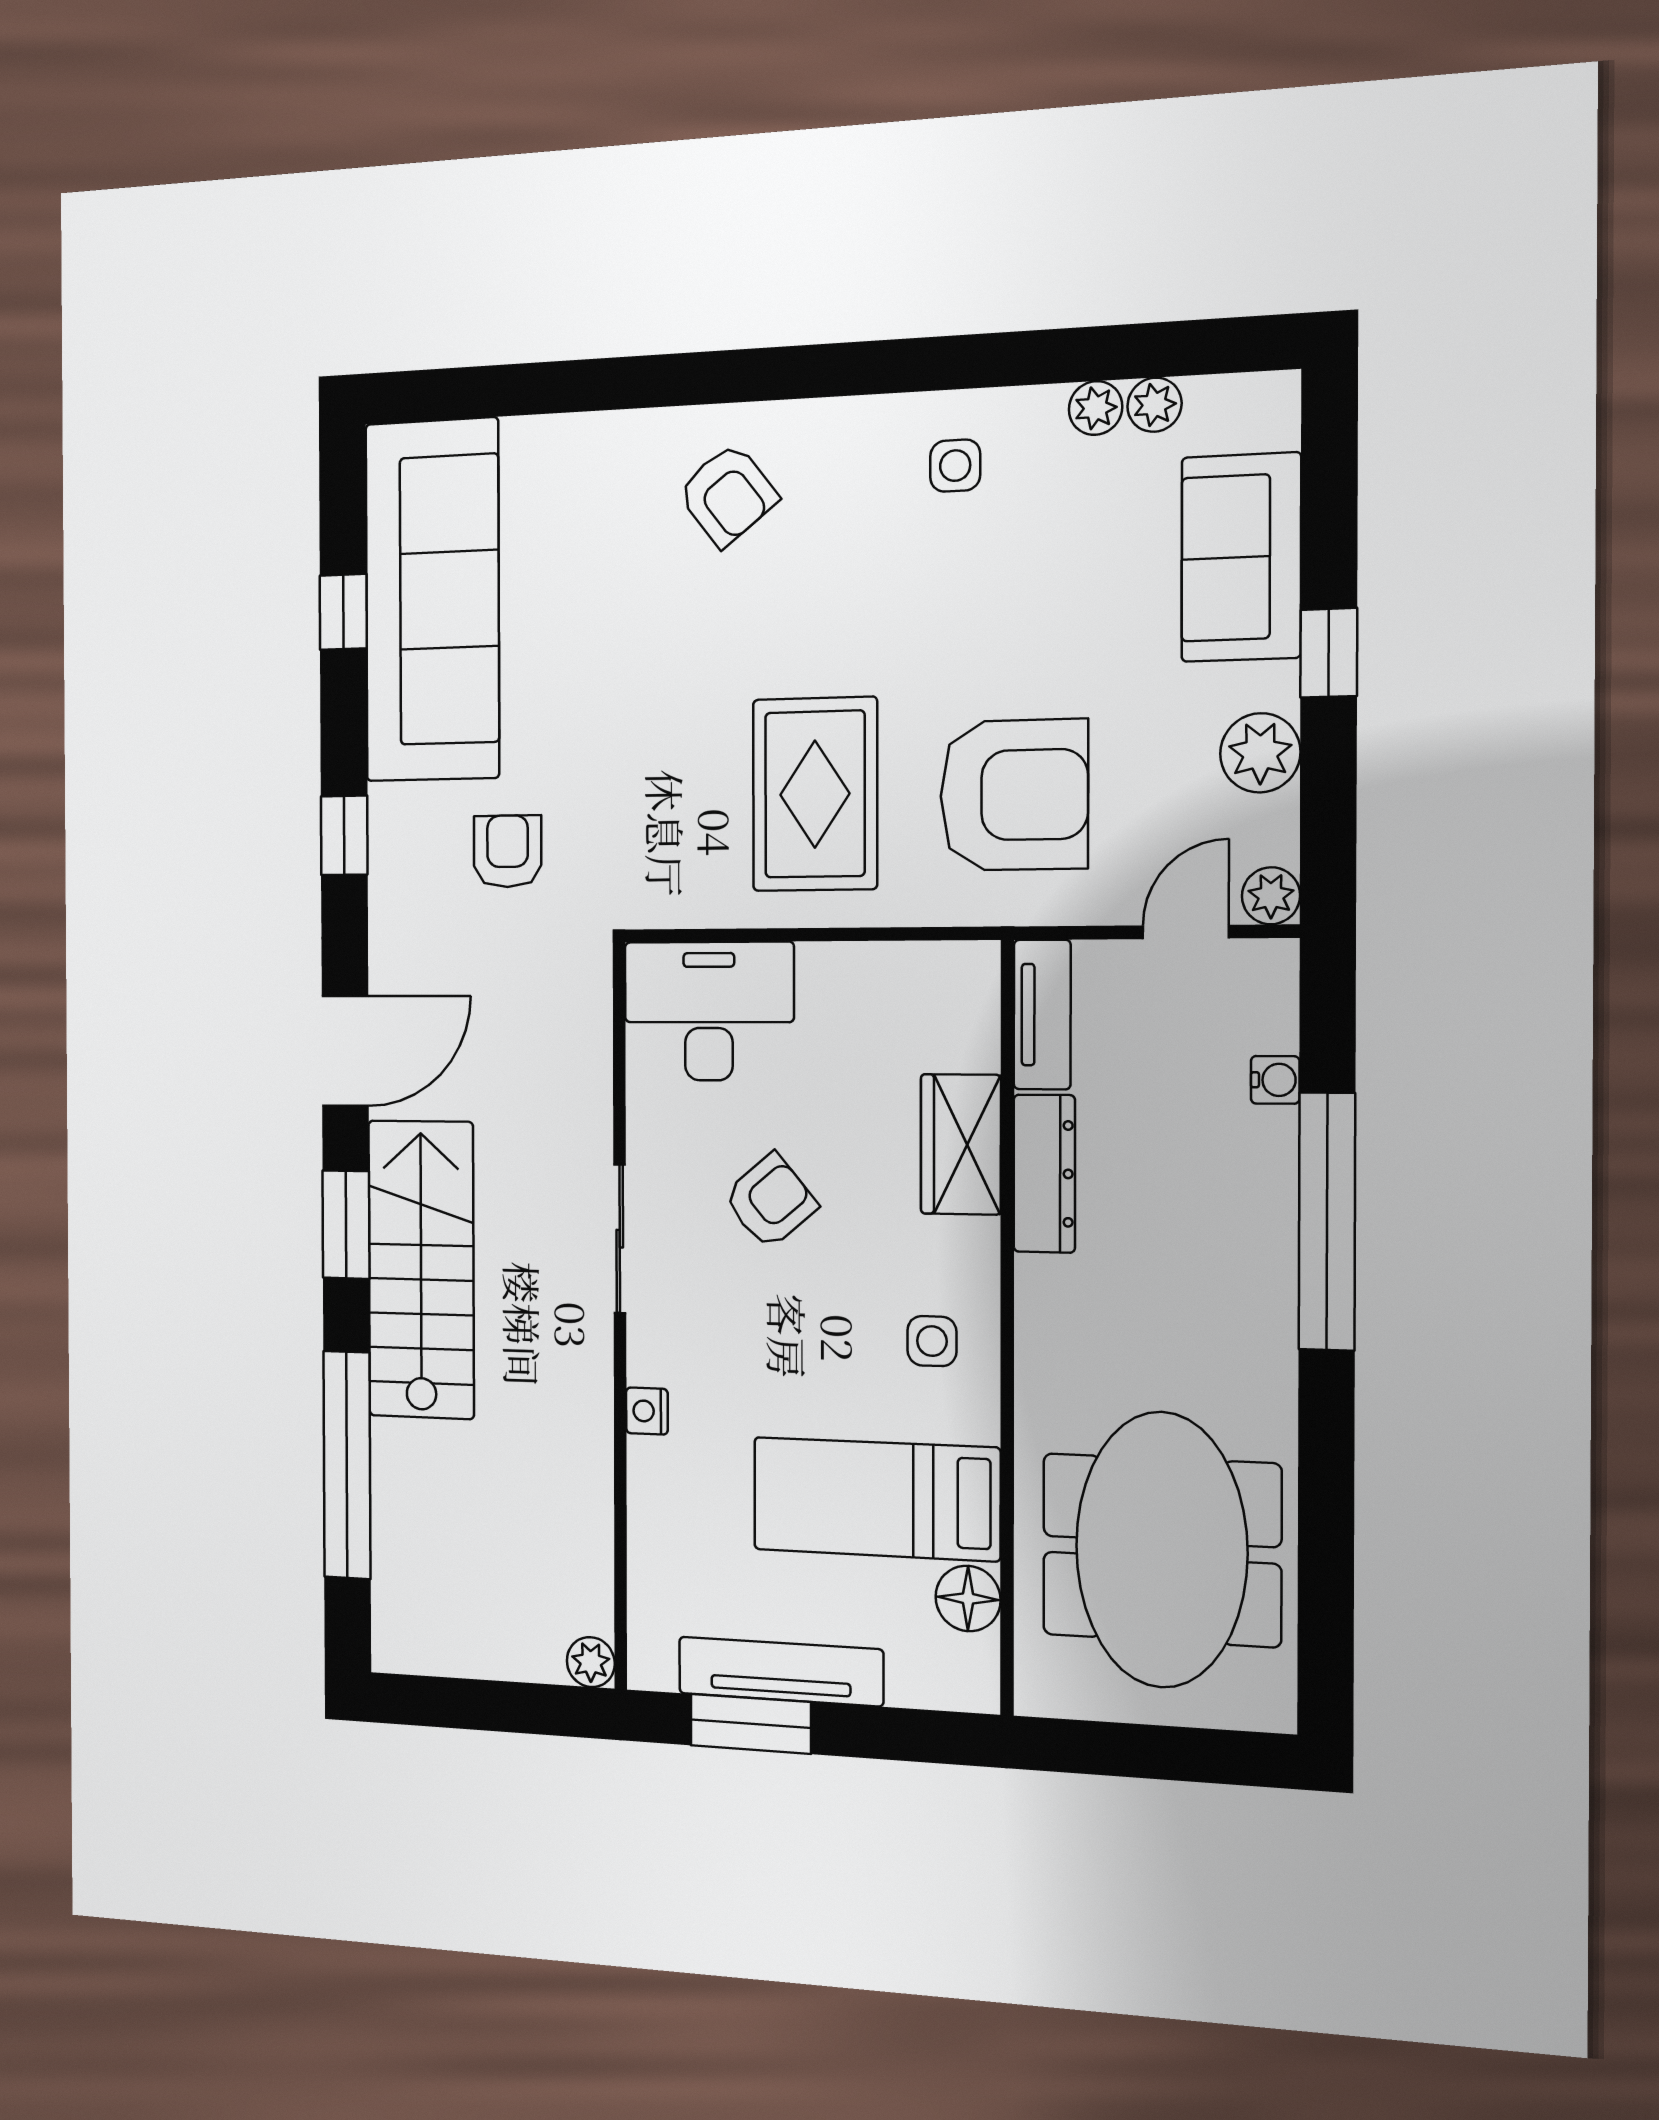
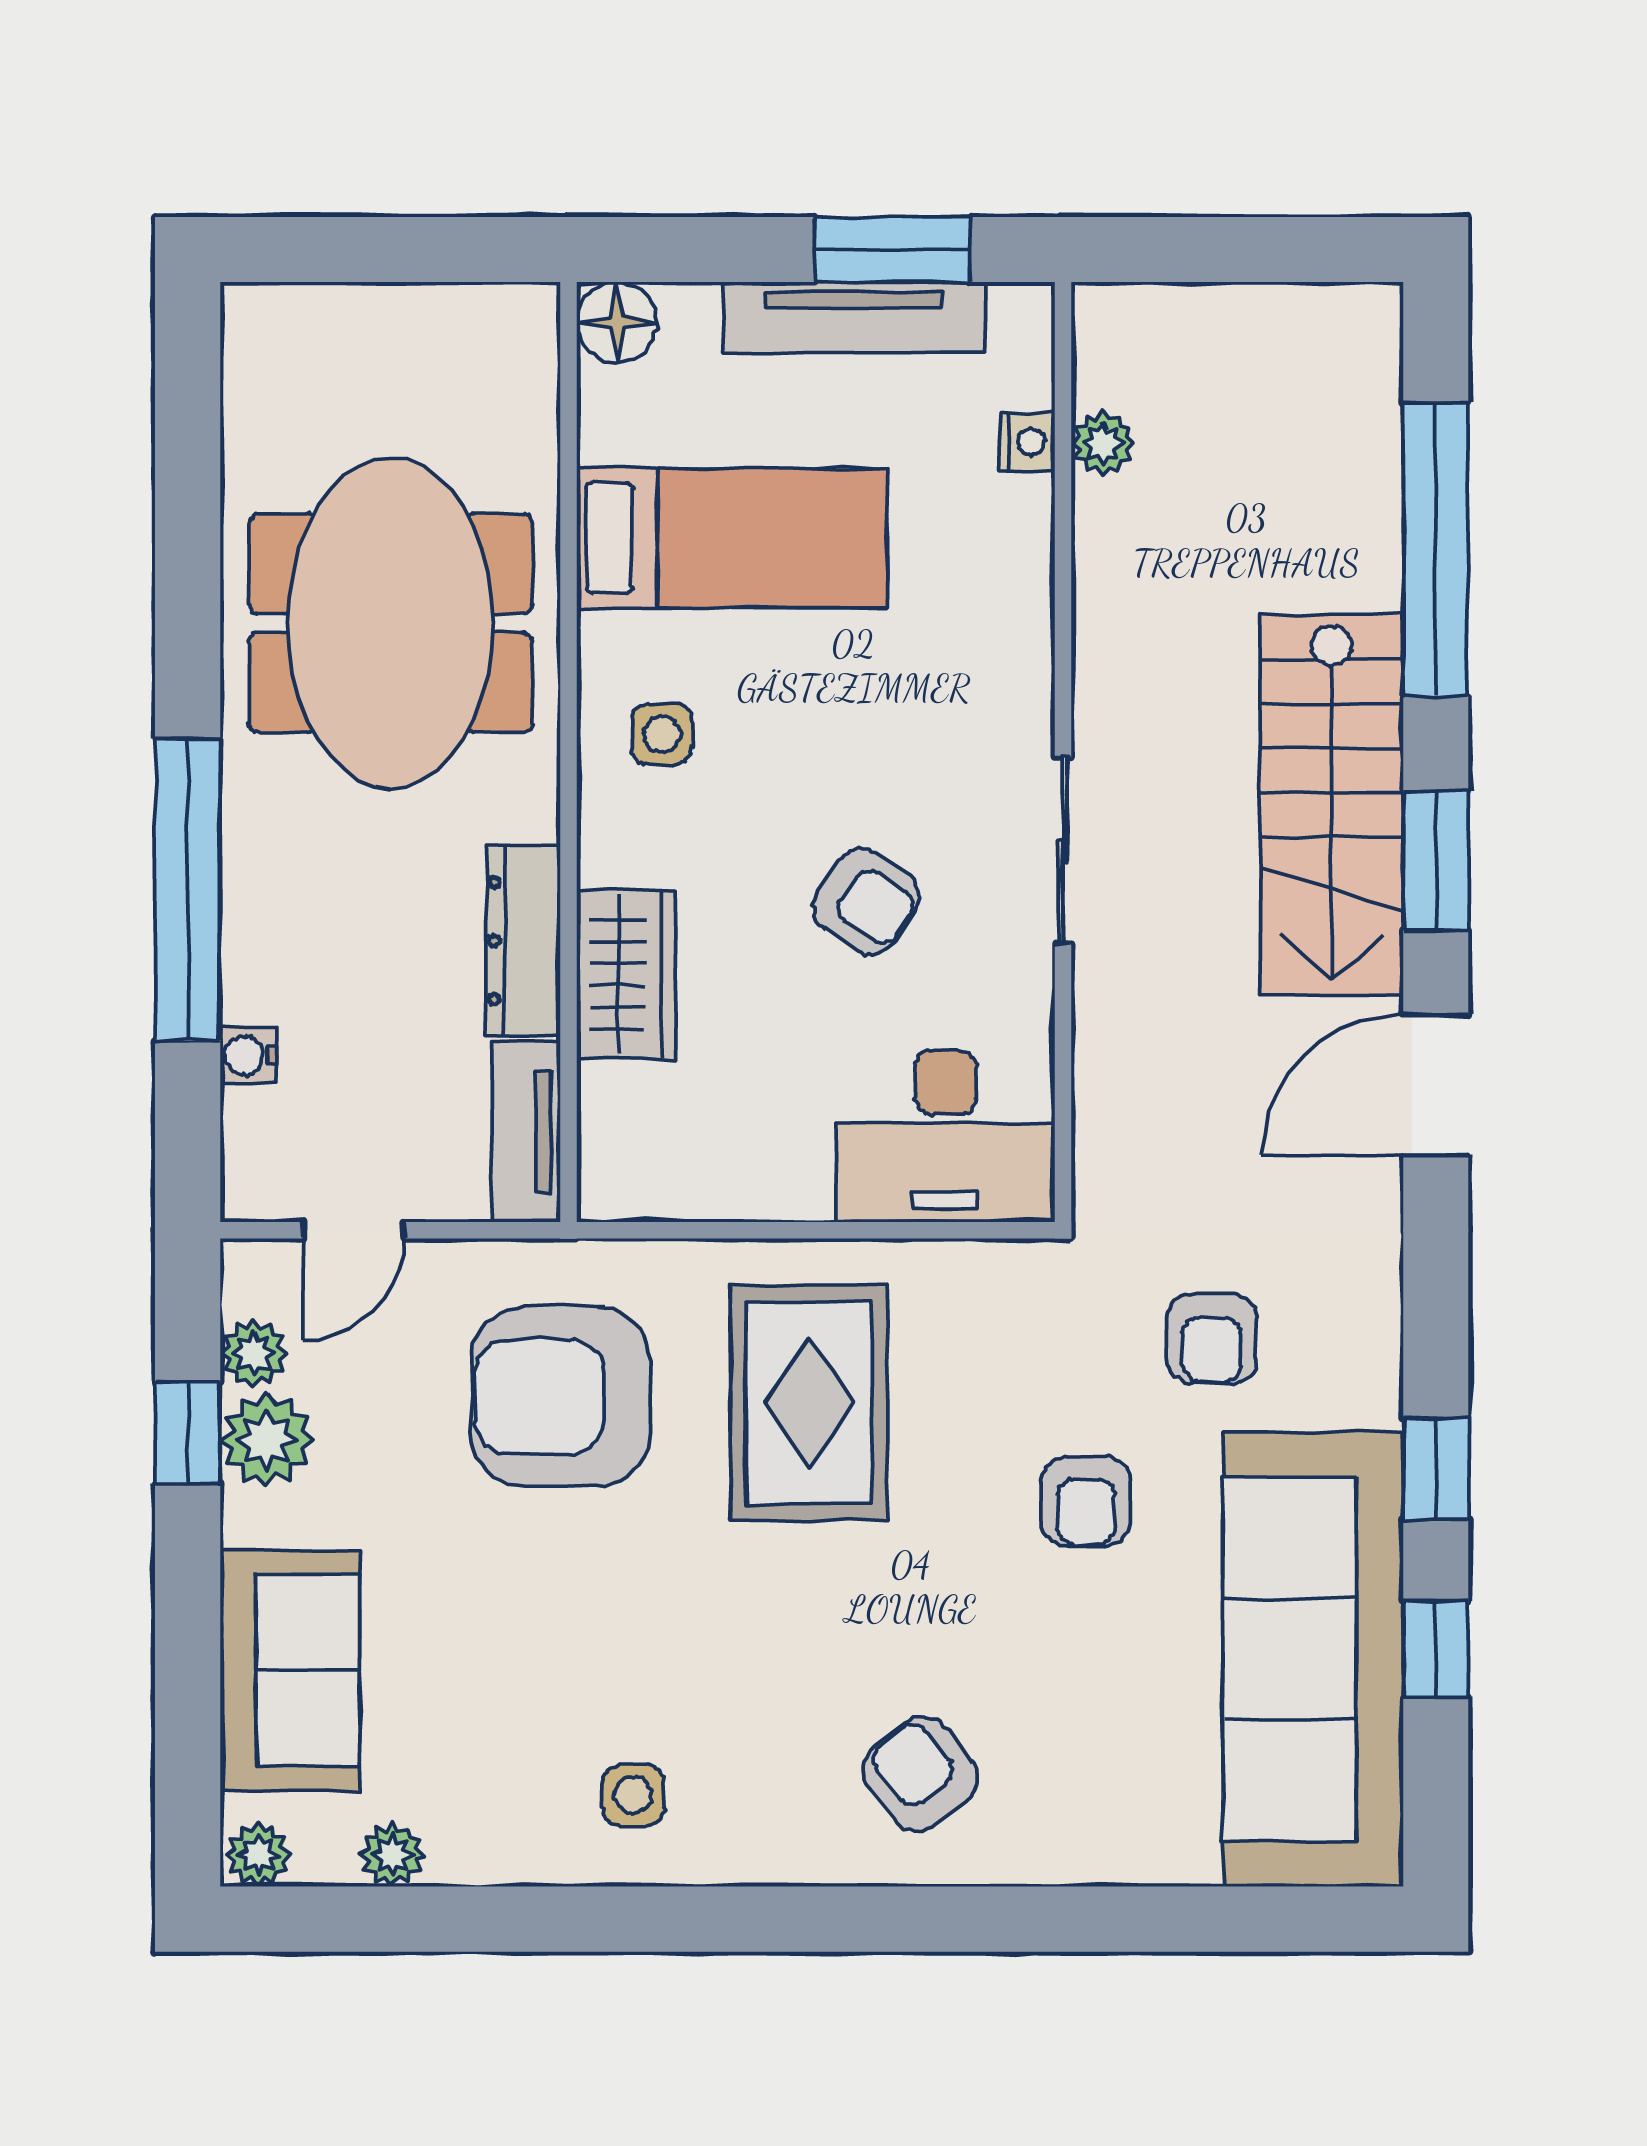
plant: (1096, 408) -> (258, 1855), moved
window: (1329, 653) -> (188, 1433), moved
armchair: (601, 720) -> (1086, 1501), added
window: (344, 835) -> (1436, 1469), moved
plant: (1271, 896) -> (254, 1353), moved
armchair: (770, 1201) -> (866, 901), turned -107
nightstand: (647, 1411) -> (1028, 442), moved
meeting table: (1161, 1550) -> (391, 623), moved
floor lamp: (968, 1598) -> (617, 322), moved
plant: (591, 1662) -> (1103, 443), moved

